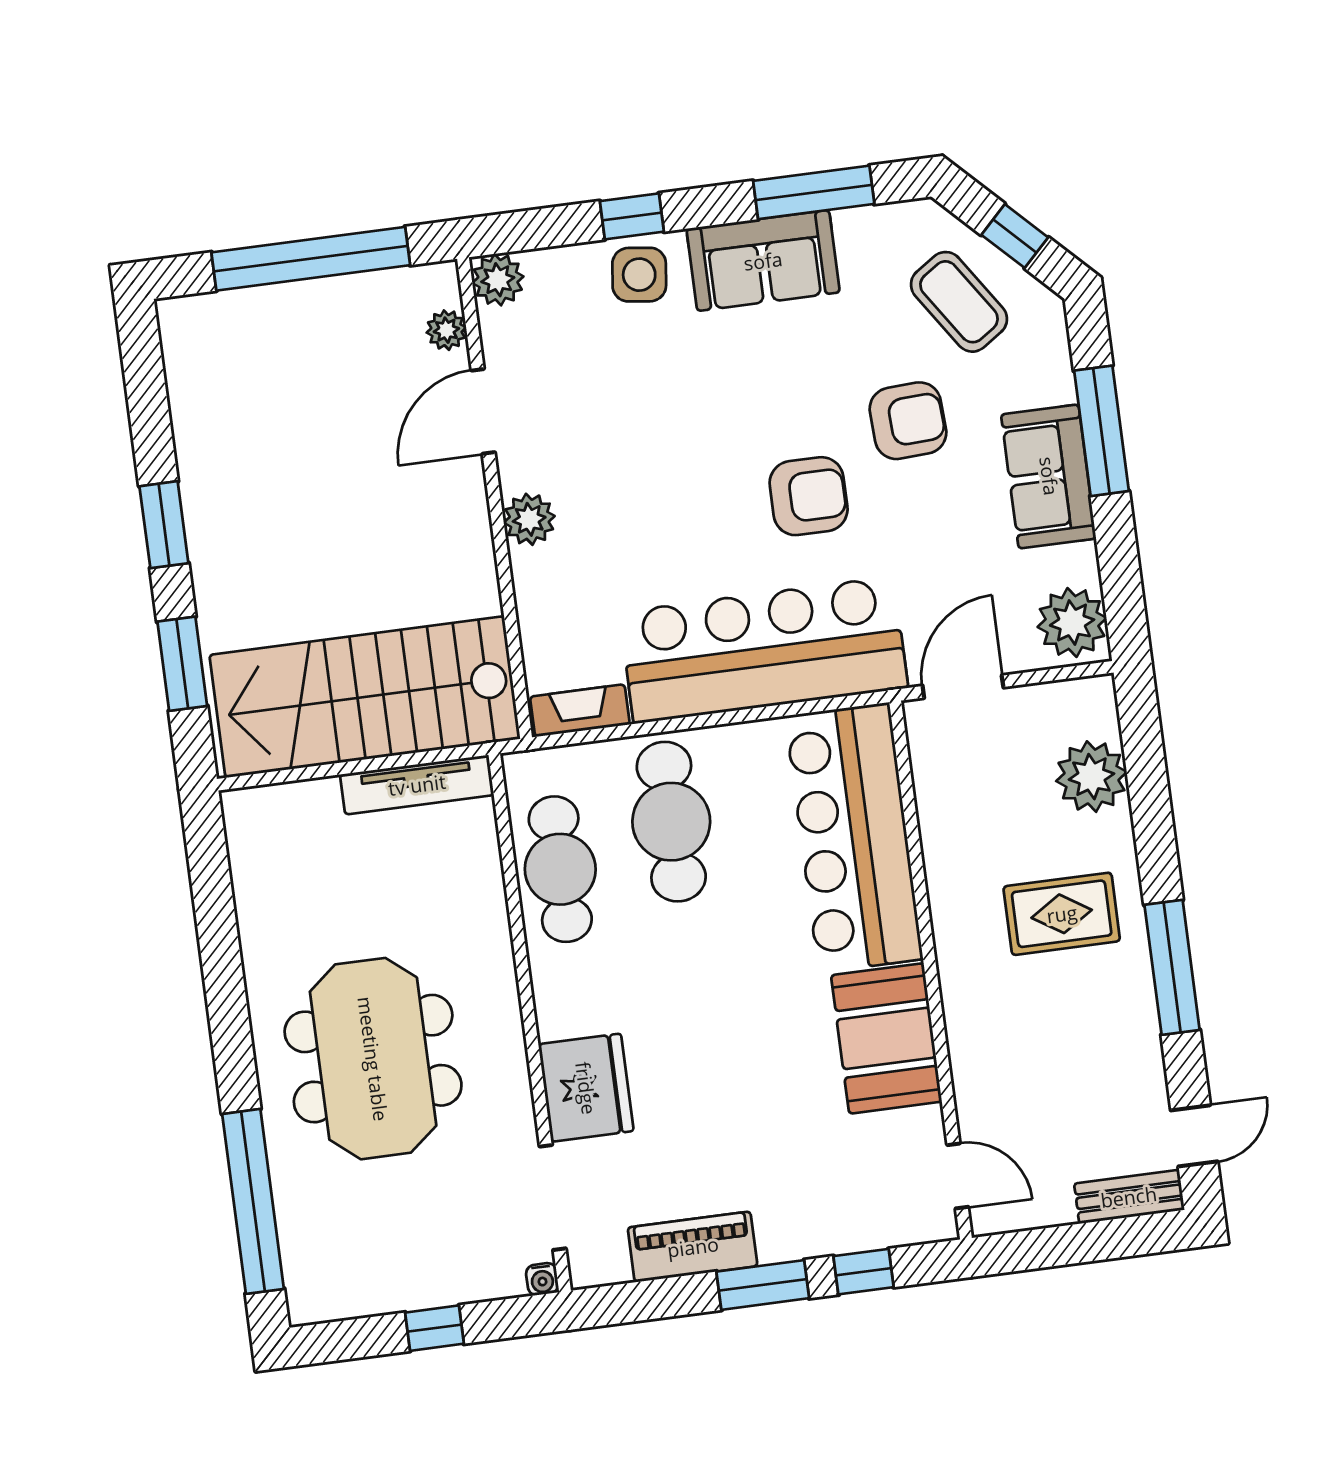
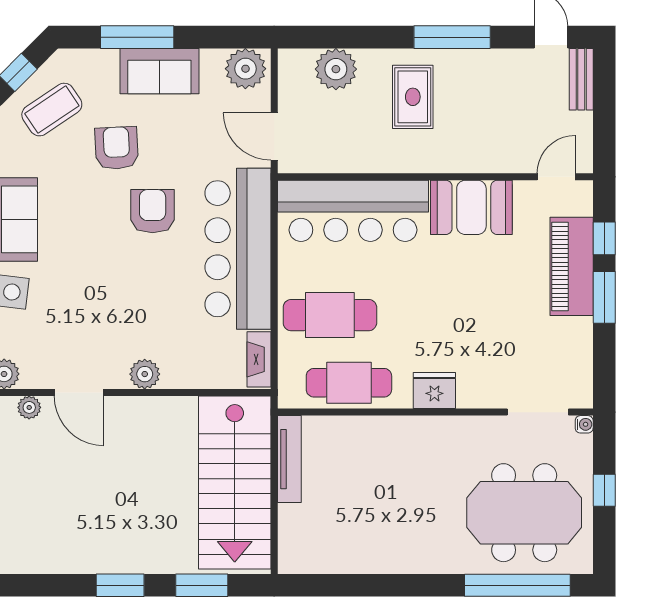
meeting table: (373, 1059) -> (524, 513), moved
fridge: (586, 1088) -> (434, 391), moved, width x0.73, depth x0.75
piano: (693, 1247) -> (572, 266), moved, width x1.37, depth x1.33

